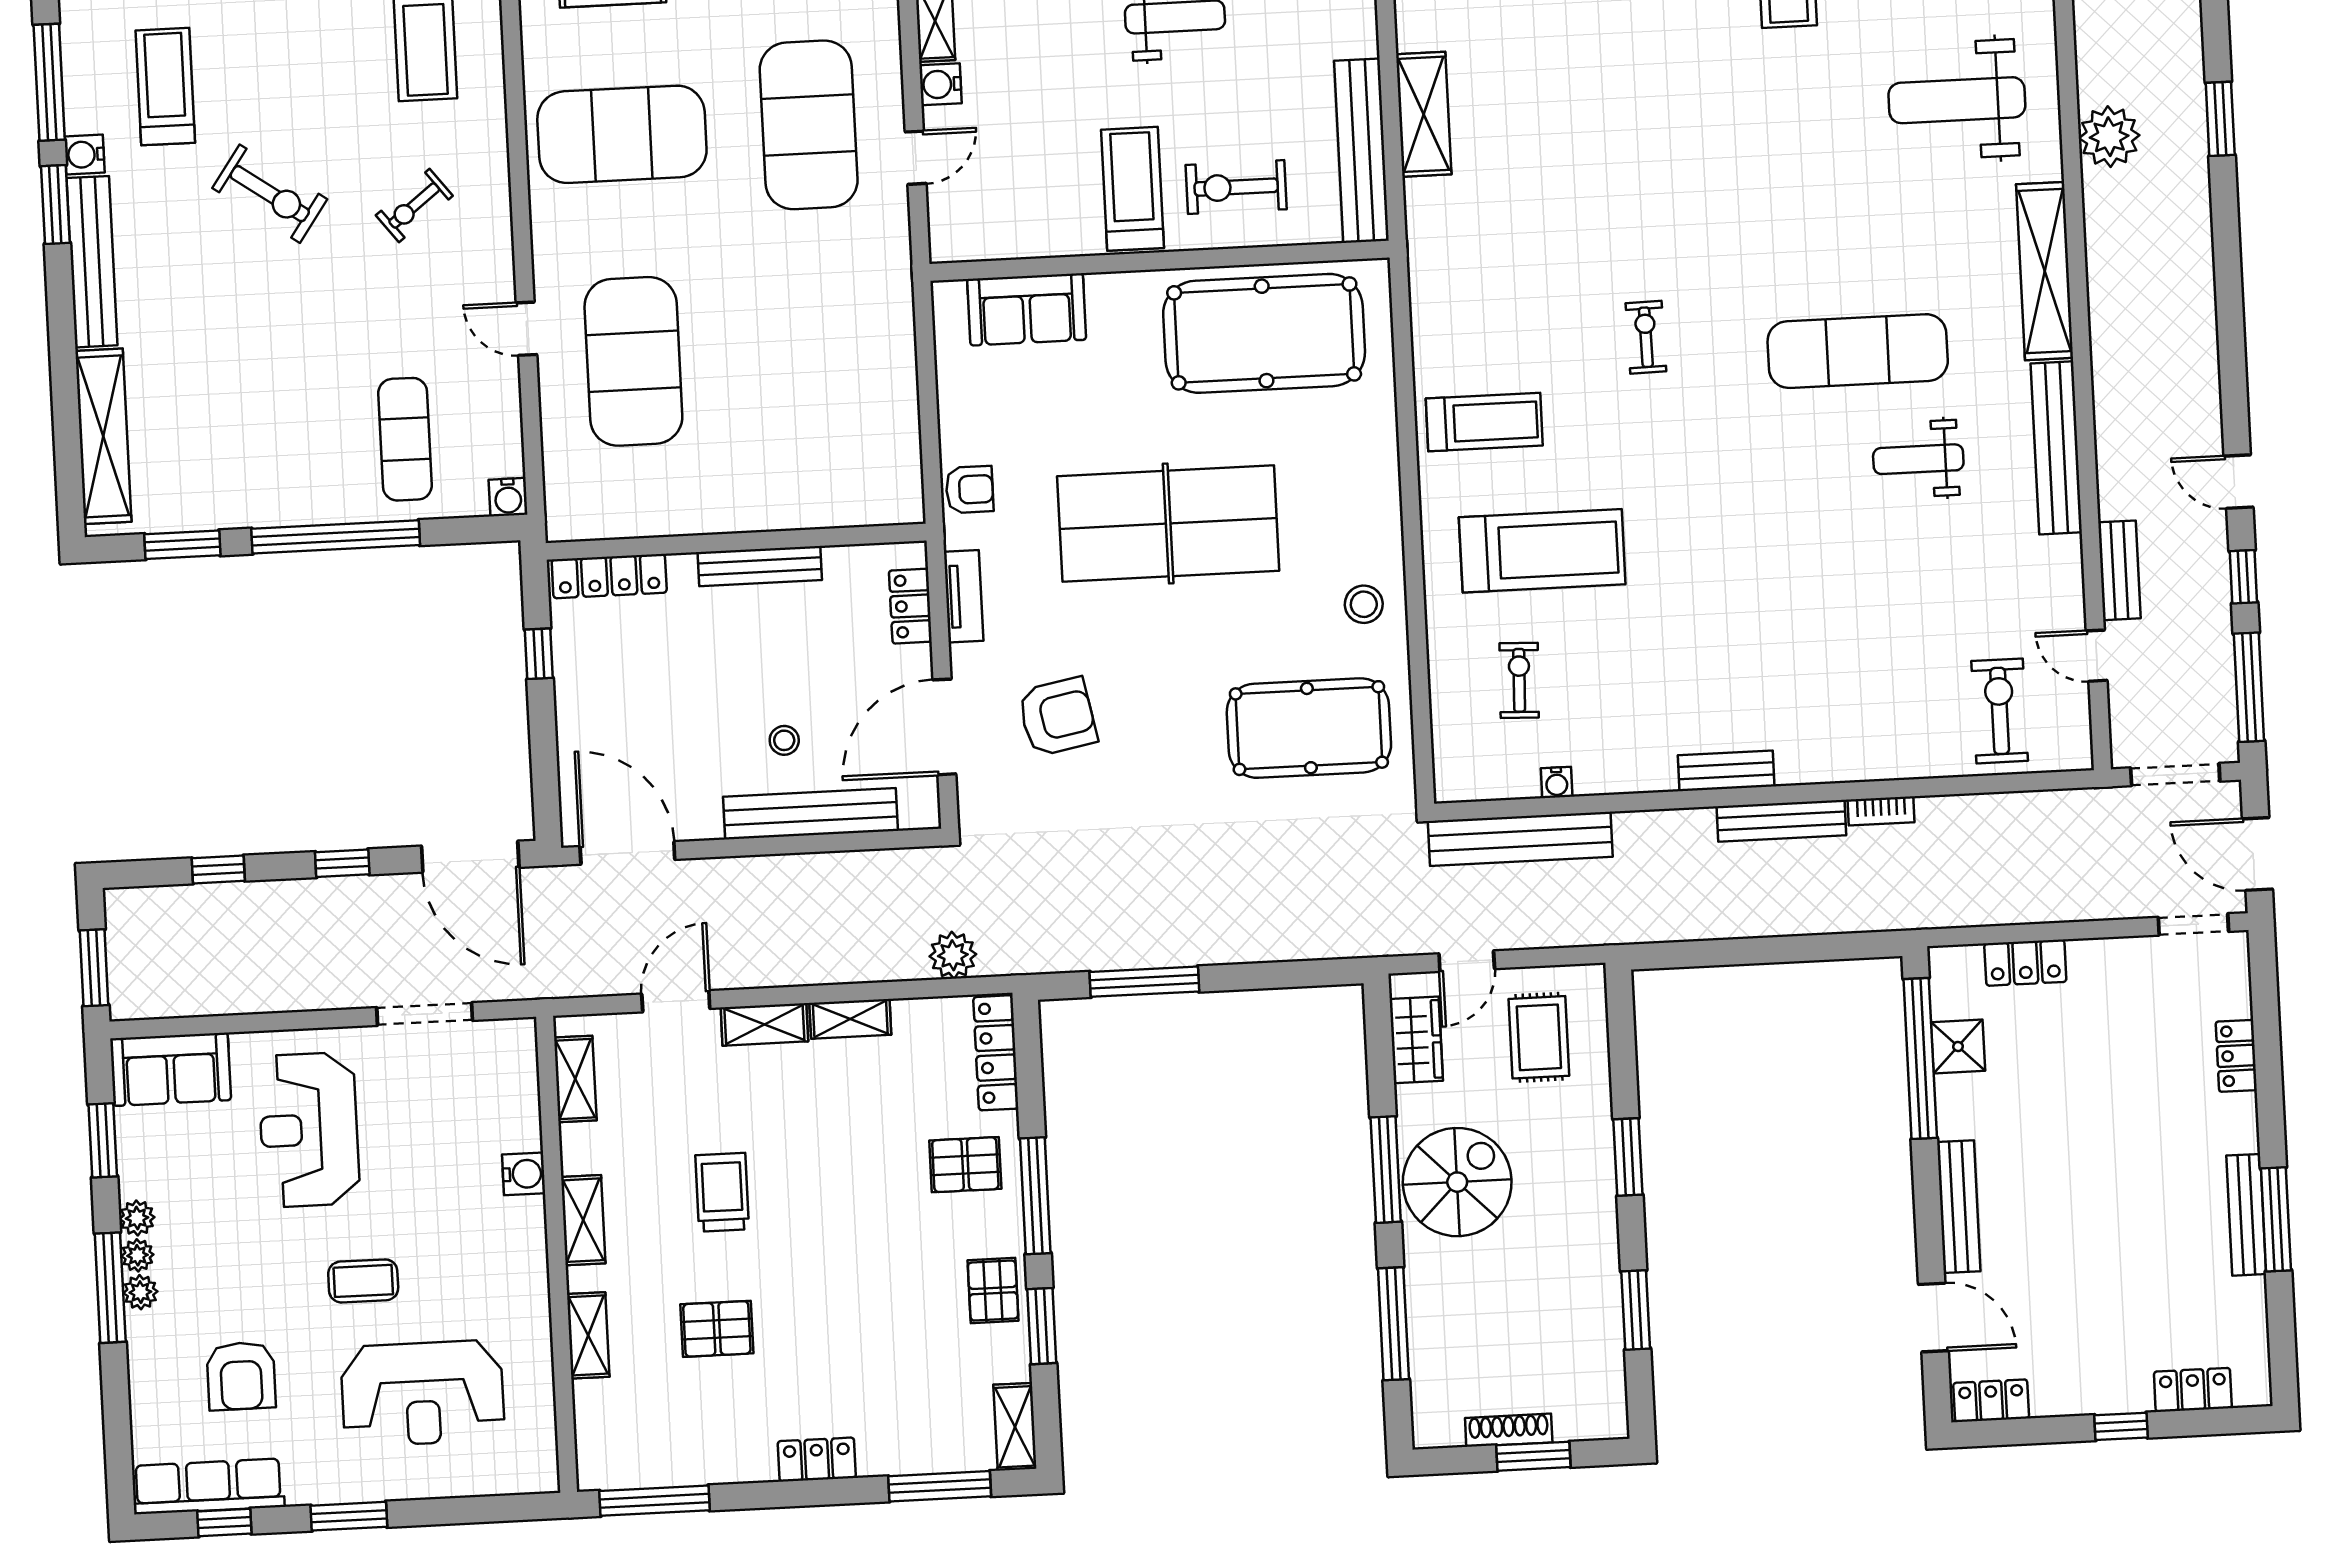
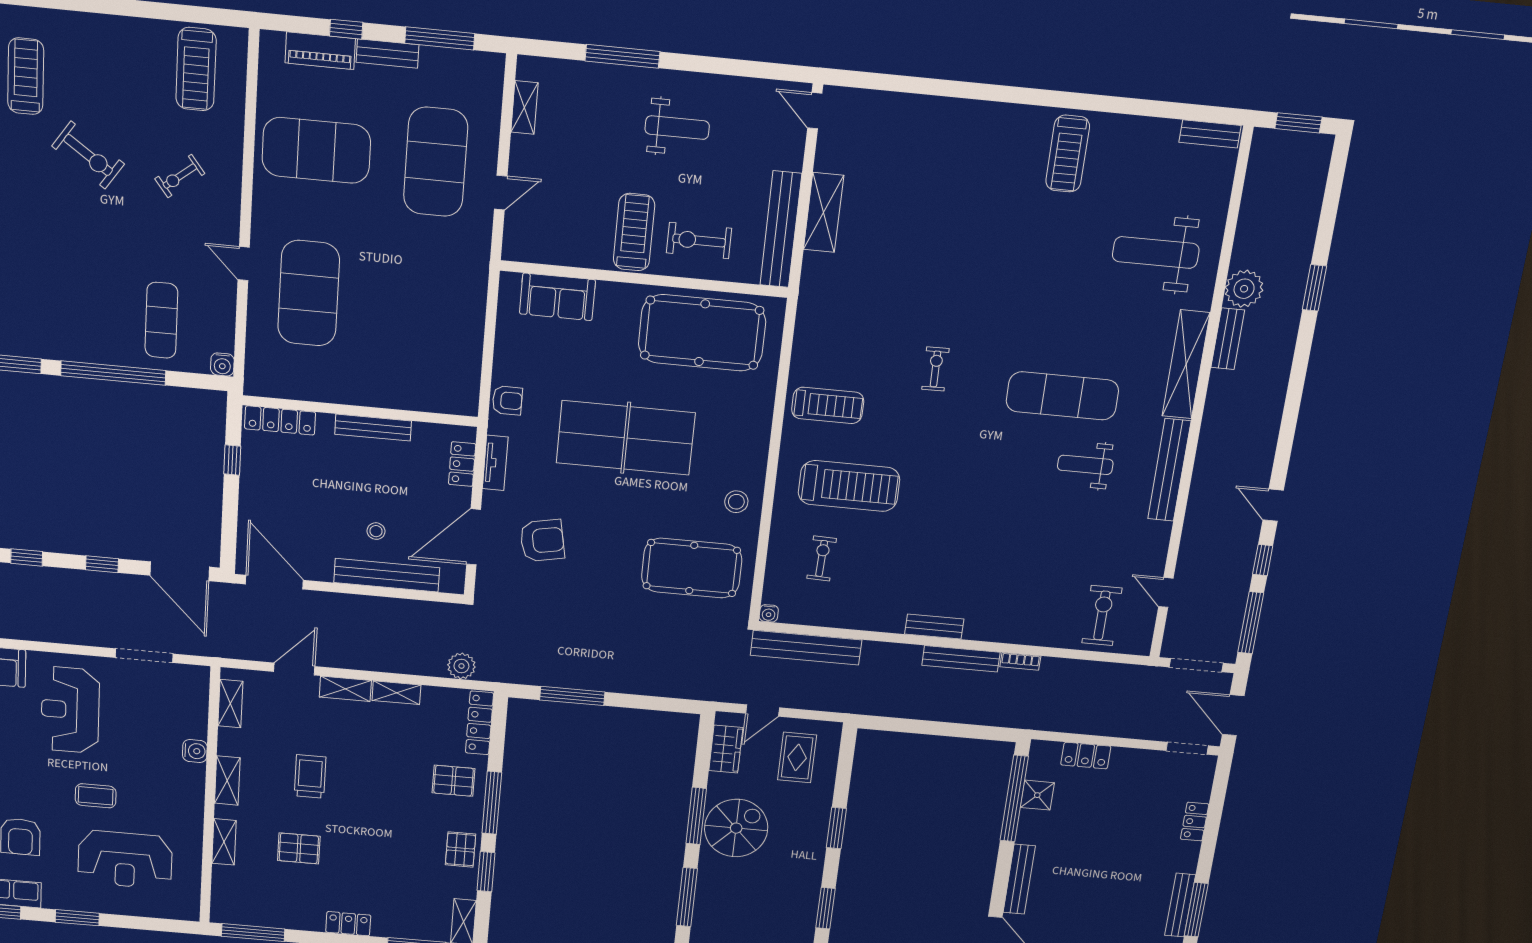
water cooler: (940, 84) -> (522, 148), removed
bench: (2119, 570) -> (1228, 339), moved
water cooler: (1557, 782) -> (769, 613), moved

